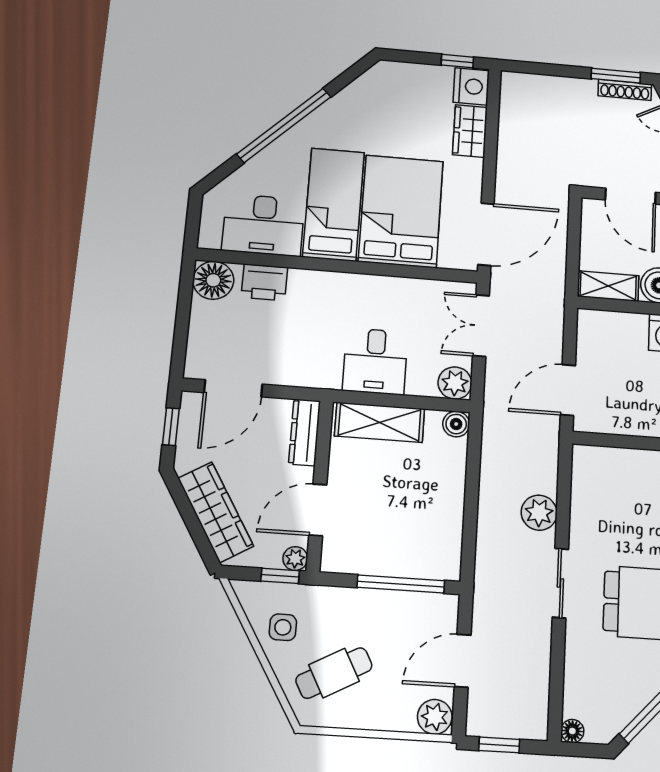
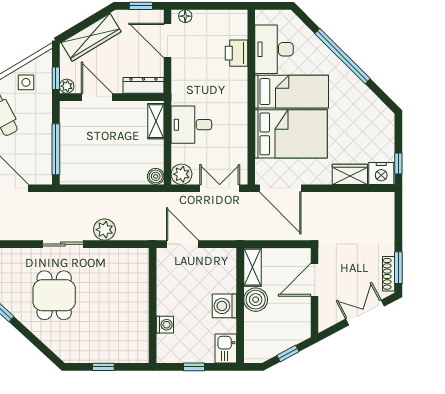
floor lamp: (213, 280) -> (185, 16), moved, width x0.53, depth x0.53
shelving: (380, 422) -> (156, 121), width x0.67, depth x0.75

